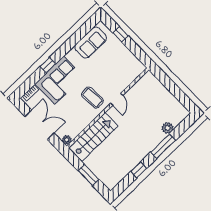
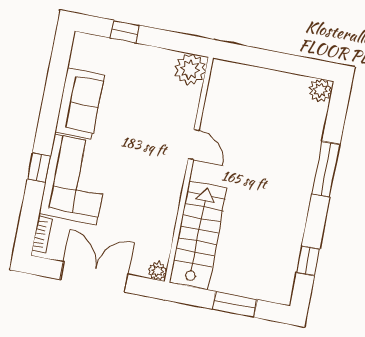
sofa: (91, 43) -> (79, 104), moved
plant: (136, 68) -> (190, 69), added
coffee table: (92, 98) -> (151, 170), removed
plant: (168, 128) -> (320, 90), moved
window: (139, 170) -> (308, 261), moved

